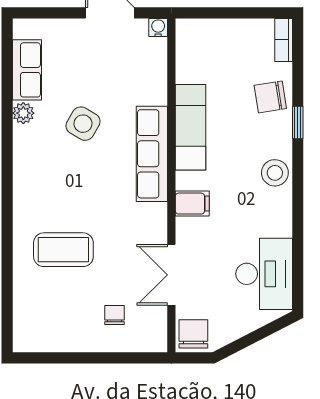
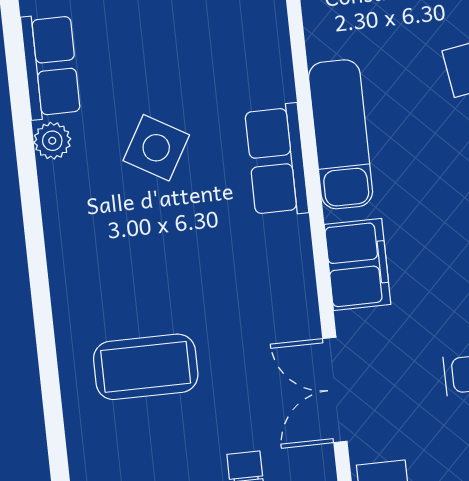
row of seats: (152, 154) -> (277, 160), width x0.68
filing cabinet: (192, 204) -> (358, 264), width x2.00

